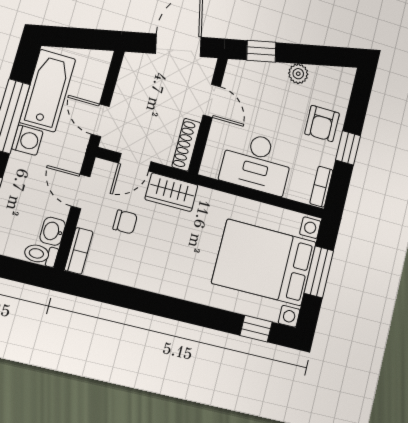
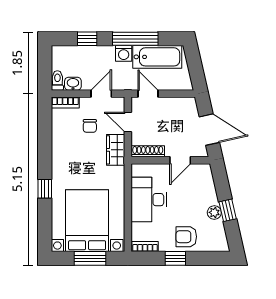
window: (261, 51) -> (228, 210), moved
door: (100, 120) -> (148, 94), hinge flipped
window: (256, 329) -> (45, 189), moved

